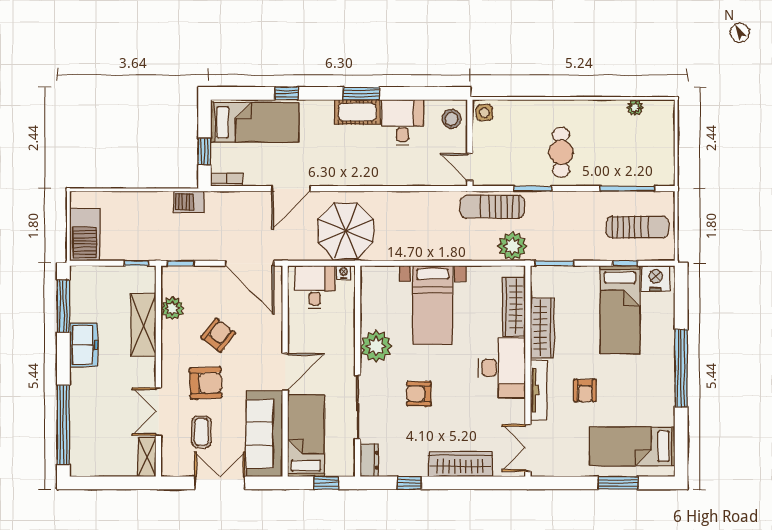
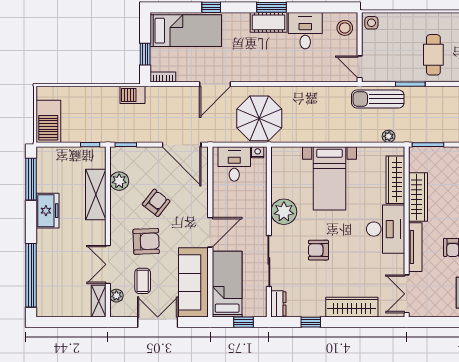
plant: (512, 246) -> (389, 136), width x0.53, depth x0.53
plant: (169, 450) -> (116, 296), added

